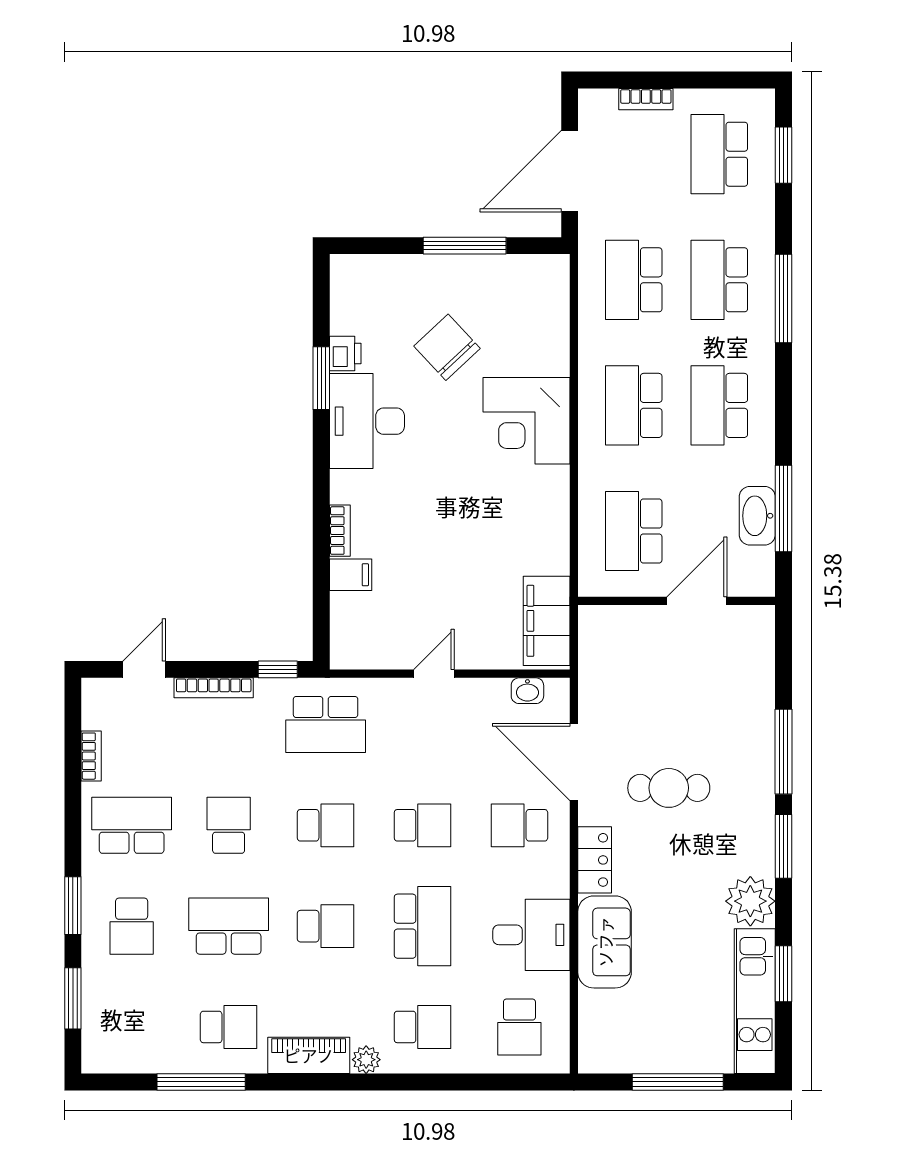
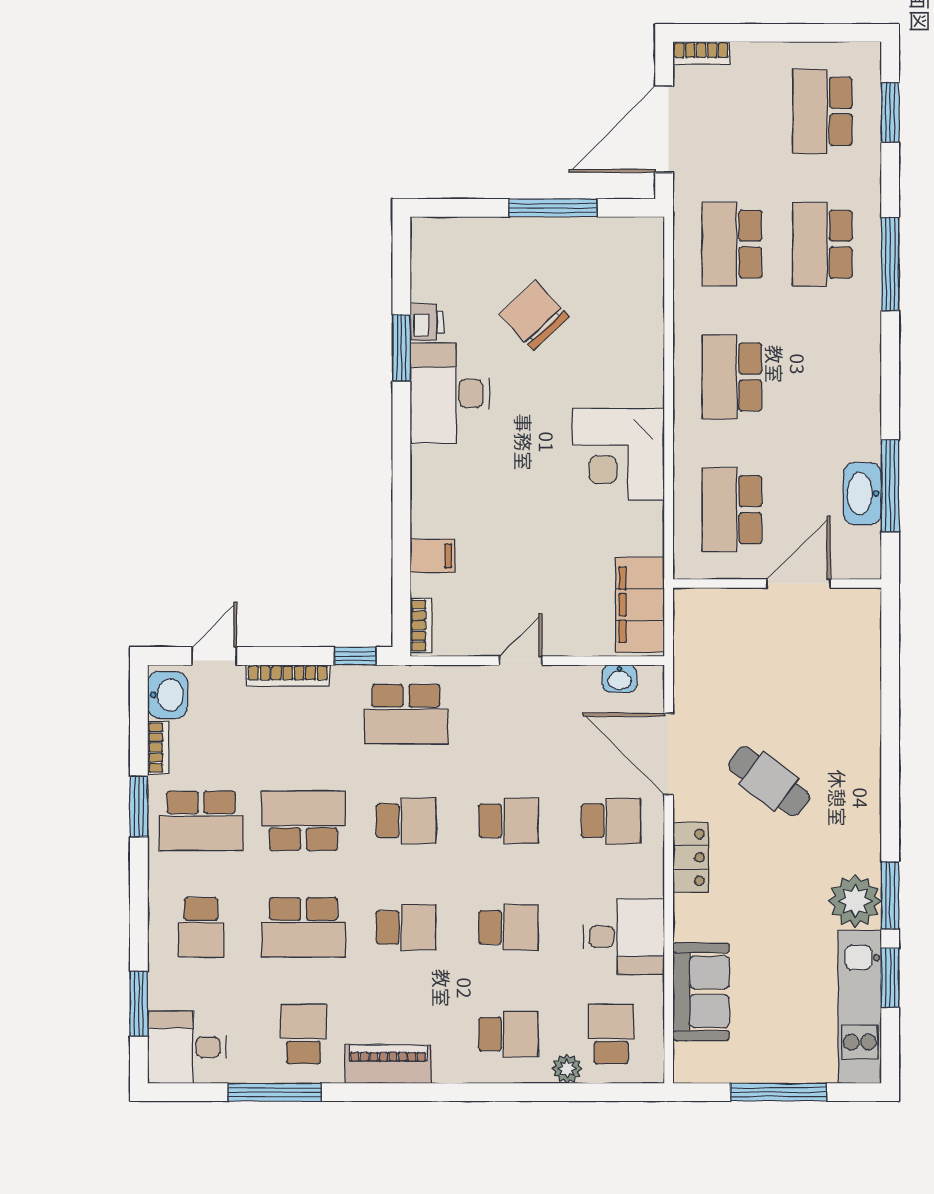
bookcase: (646, 99) -> (701, 53), moved
school desk: (719, 405) -> (822, 377), removed
corner desk: (527, 421) -> (619, 454), moved
bookcase: (340, 531) -> (421, 625), moved
washbasin: (100, 706) -> (168, 695), added
window: (783, 752) -> (890, 743), removed
cafe table: (669, 788) -> (769, 781), turned 37
school desk: (132, 825) -> (201, 821), turned 180
school desk: (229, 825) -> (304, 821), width x1.85
school desk: (519, 825) -> (611, 821), turned 180
window: (783, 846) -> (890, 895), moved
window: (73, 906) -> (139, 807), moved
school desk: (229, 926) -> (304, 927), turned 180
school desk: (422, 926) -> (509, 927), width x0.54
sofa: (605, 942) -> (701, 992), moved
school desk: (229, 1027) -> (304, 1034), turned -90
school desk: (519, 1027) -> (611, 1034), turned 180
desk: (118, 1039) -> (187, 1047), added
plant: (366, 1060) -> (567, 1069), moved

